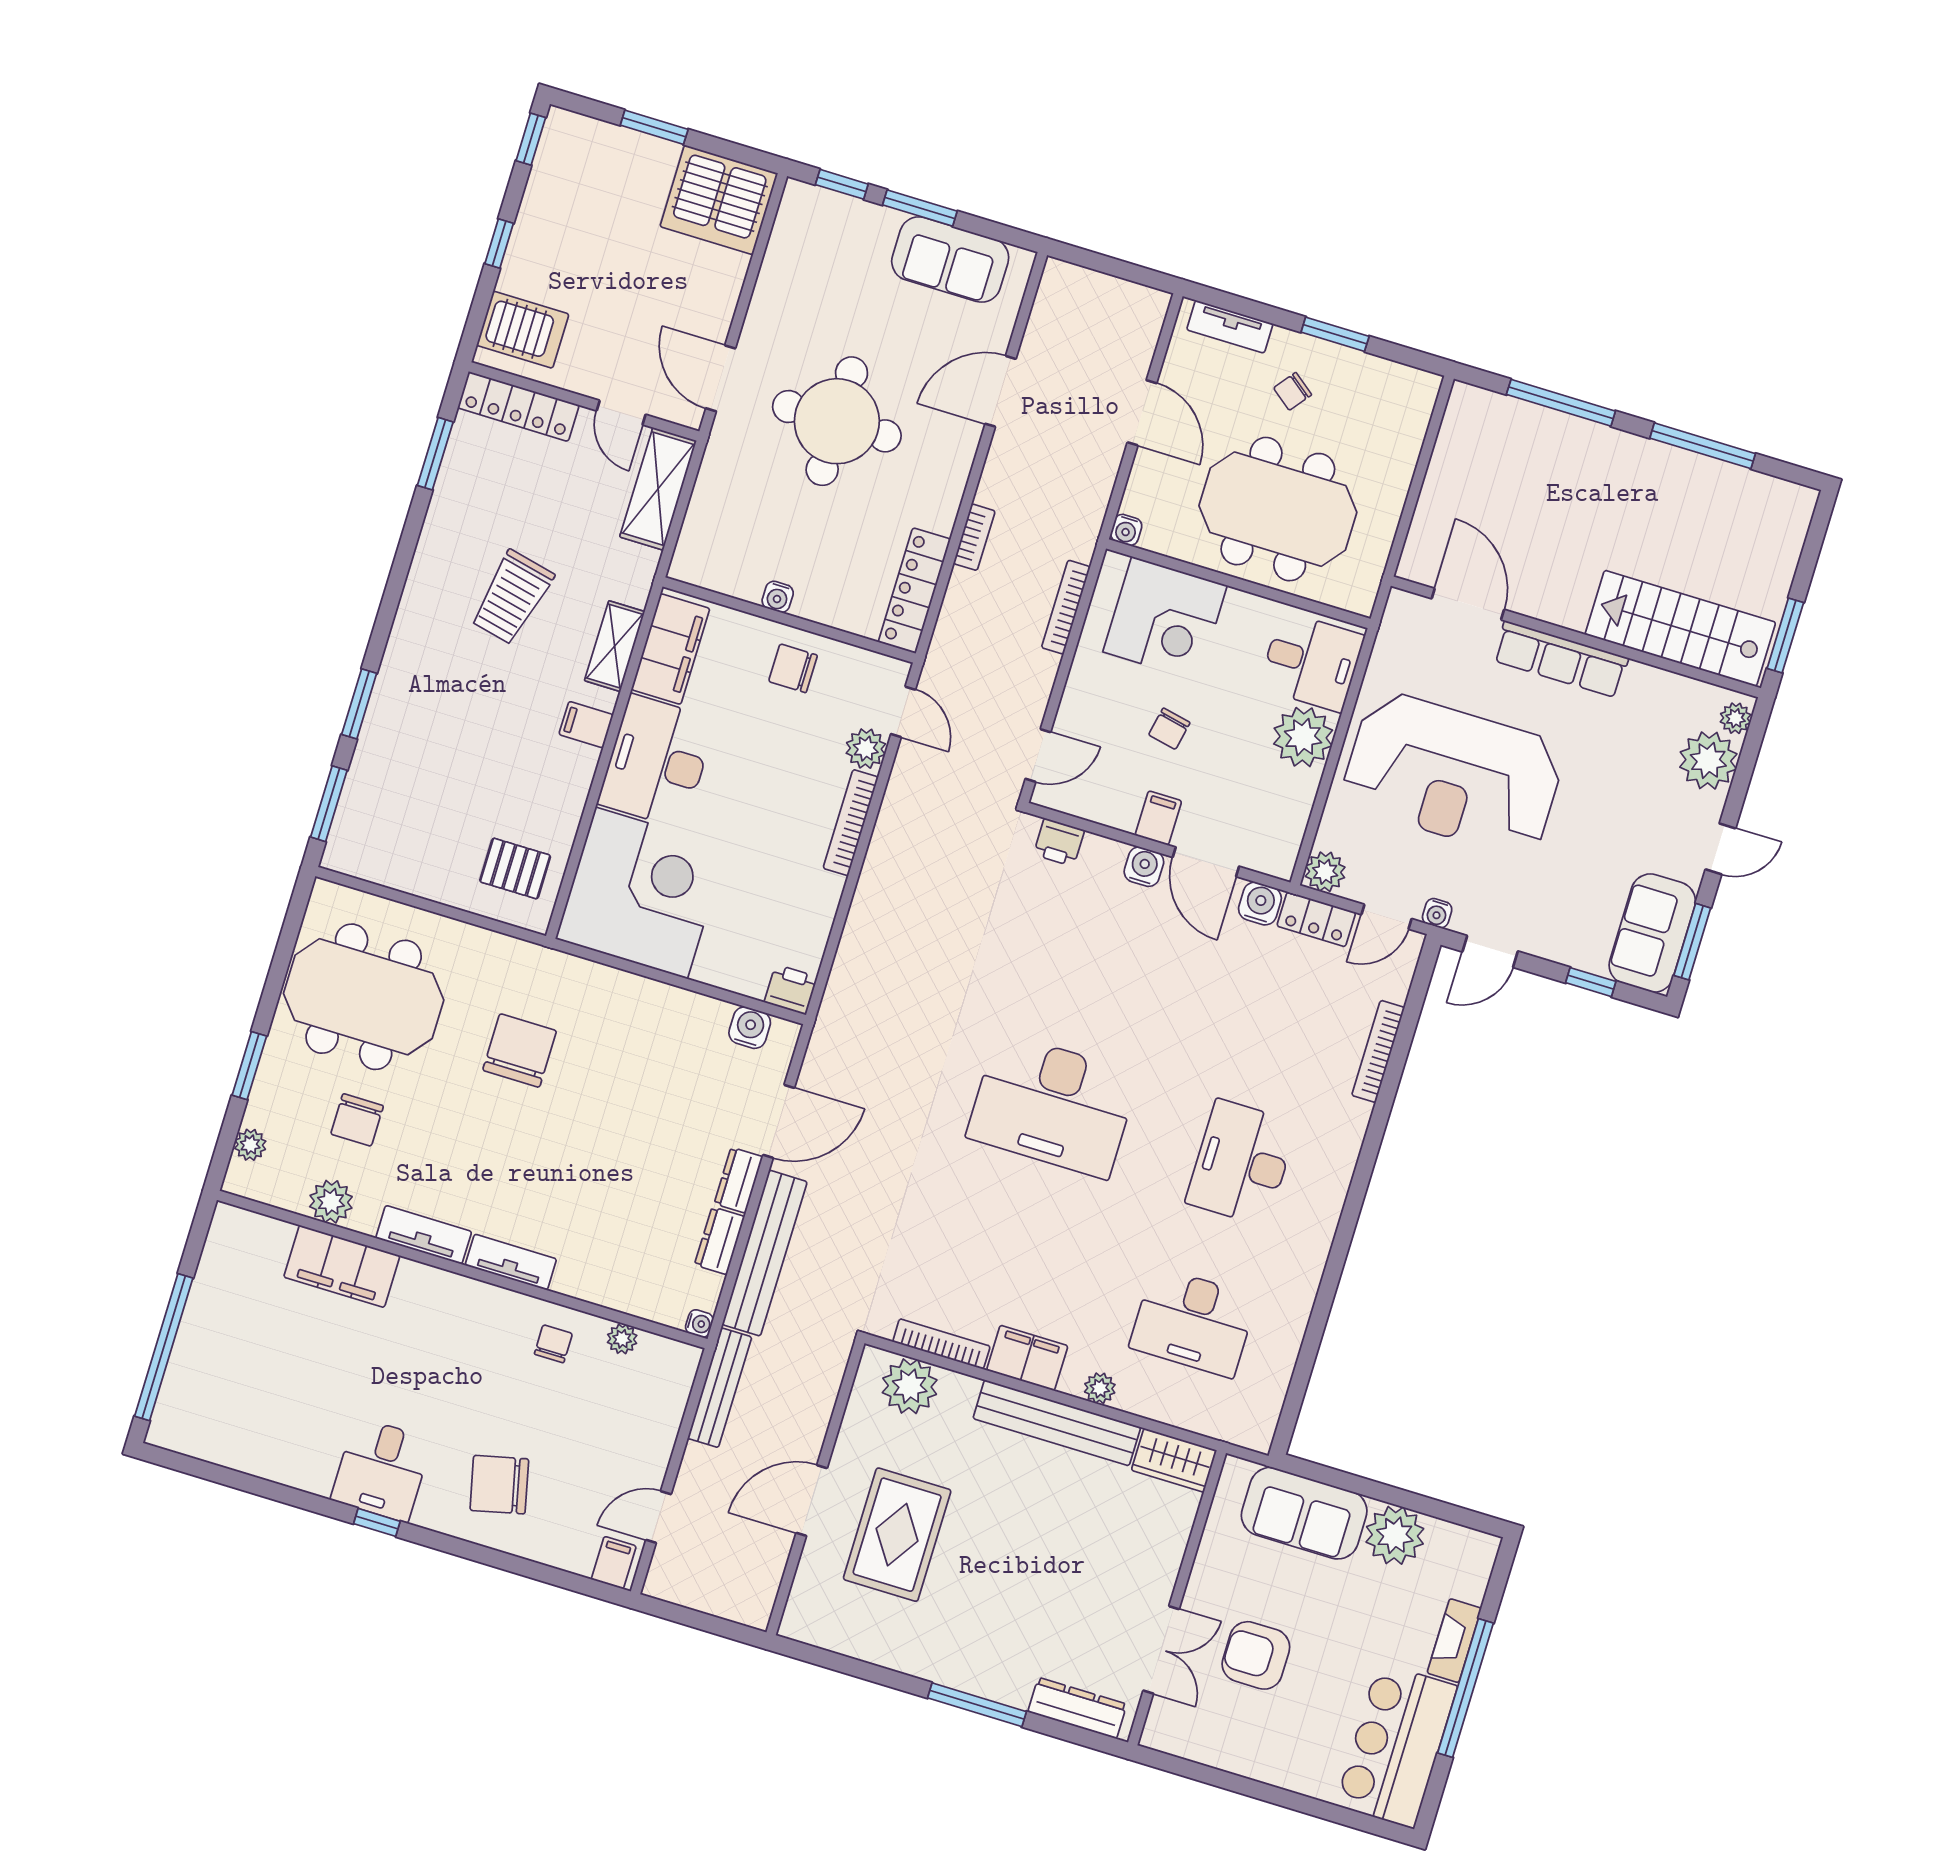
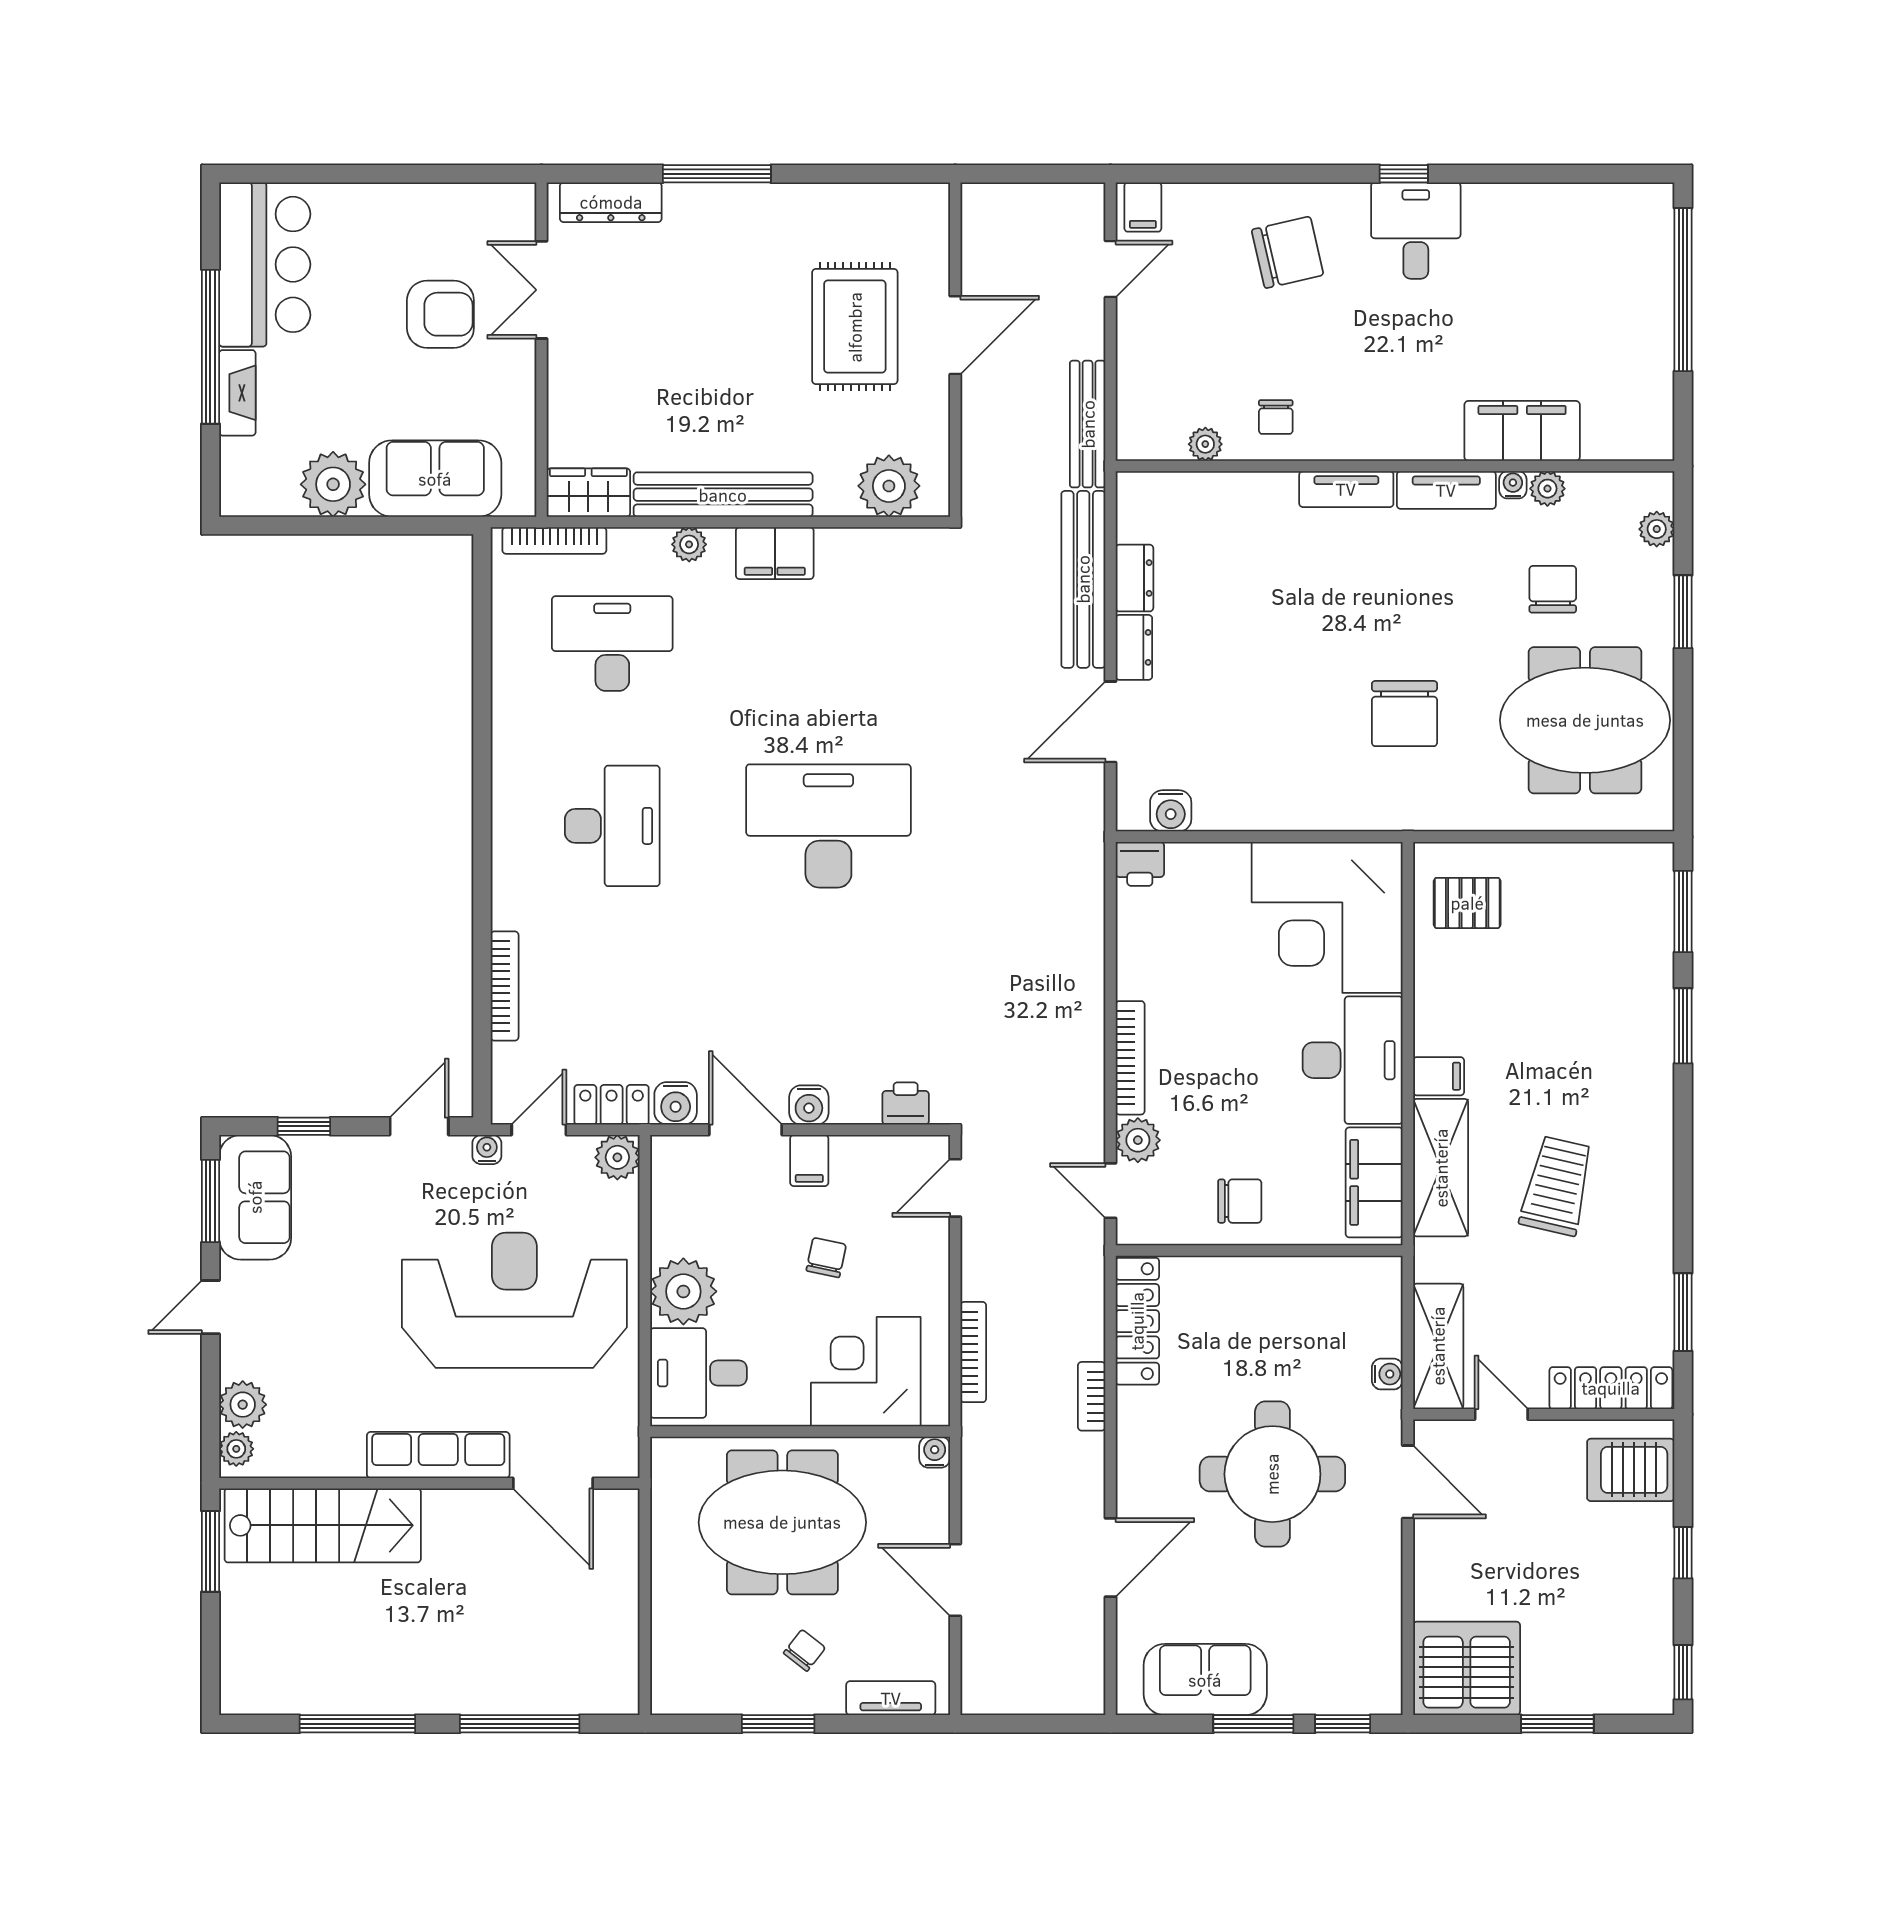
water cooler: (778, 597) -> (1387, 1374), moved, turned 90
shelving: (615, 646) -> (1441, 1168), width x1.50, depth x1.33
plant: (1708, 760) -> (243, 1405), width x0.73, depth x0.73
plant: (331, 1202) -> (1547, 489), width x0.73, depth x0.73
water cooler: (699, 1324) -> (1513, 485), moved, turned 90
bookcase: (941, 1344) -> (554, 540), moved

